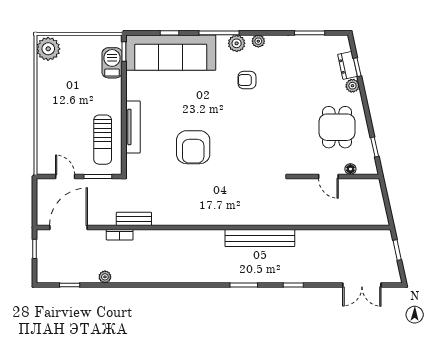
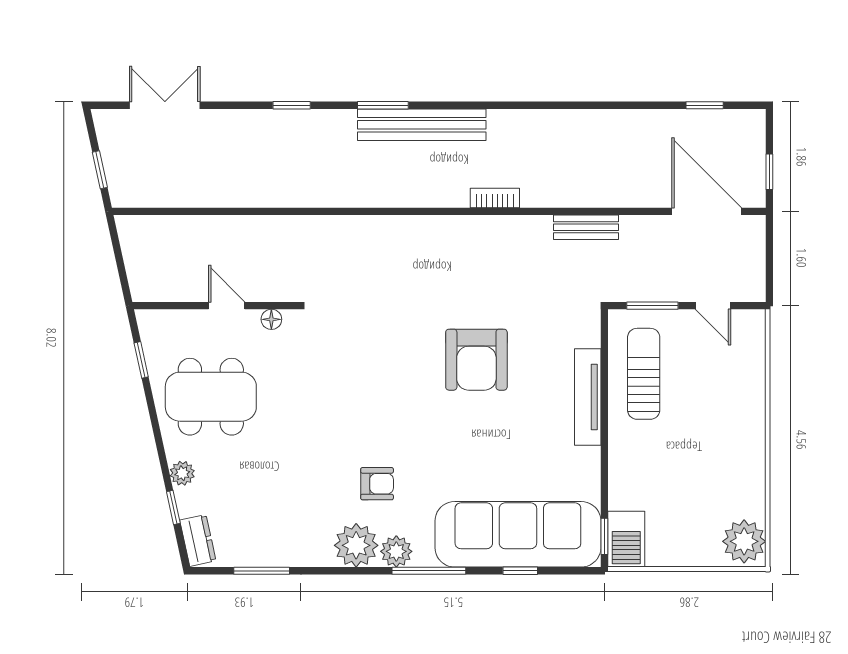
plant: (258, 41) -> (356, 545), width x1.87, depth x1.87
barbecue: (112, 63) -> (626, 539), moved
dresser: (348, 65) -> (198, 540), moved
dining table: (337, 127) -> (211, 397), width x1.38
armchair: (193, 147) -> (476, 360), turned 180
floor lamp: (350, 169) -> (271, 319), moved
door: (69, 228) -> (707, 211), swing flipped
bookcase: (120, 235) -> (495, 198), moved
bench: (260, 238) -> (422, 125), moved
plant: (105, 277) -> (639, 120), removed

